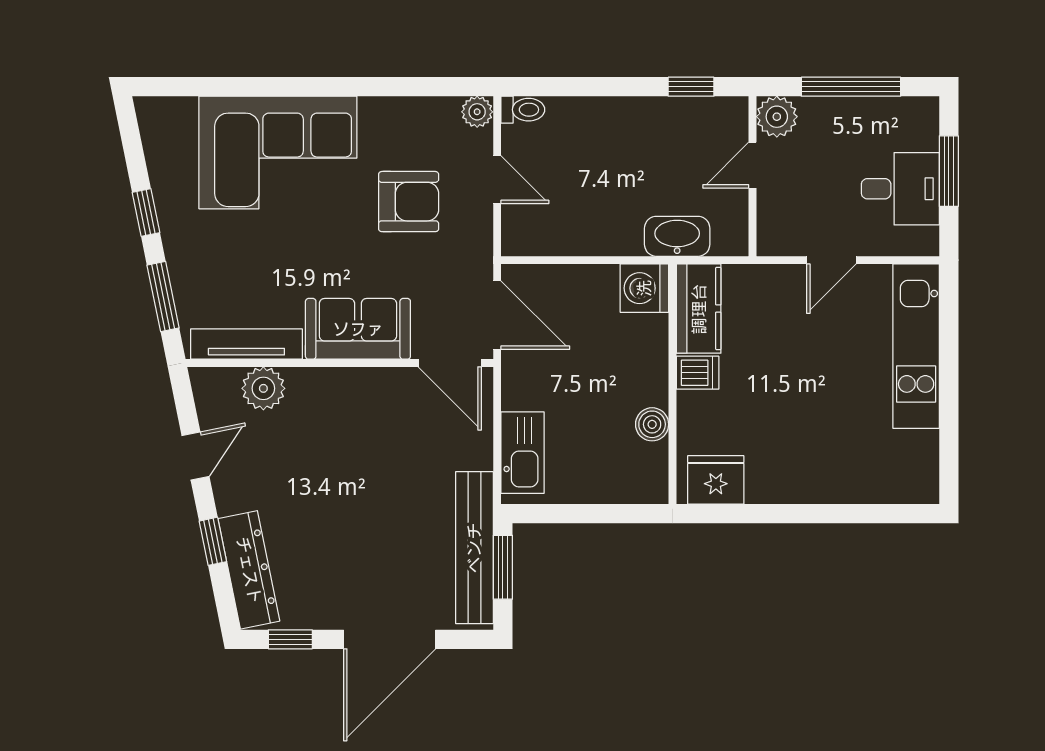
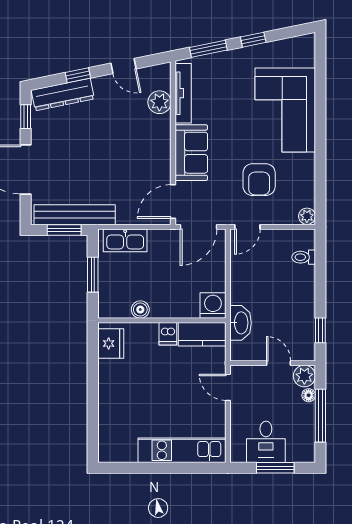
floor lamp: (813, 109) -> (309, 395), added
toilet: (523, 110) -> (304, 257), moved, turned 90
door: (497, 180) -> (247, 227), moved
door: (831, 260) -> (228, 387), moved
window: (587, 514) -> (93, 275), added

